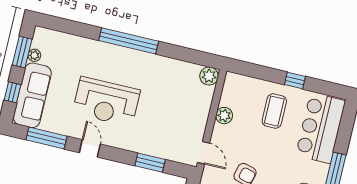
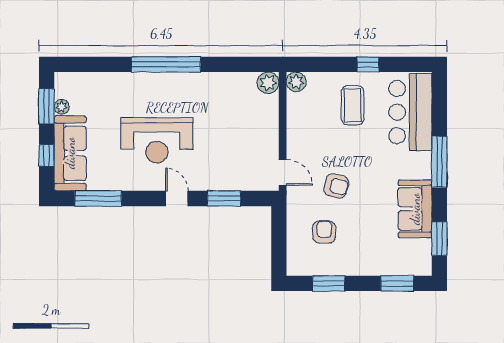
plant: (224, 116) -> (296, 82), moved
door: (90, 148) -> (177, 198), moved

